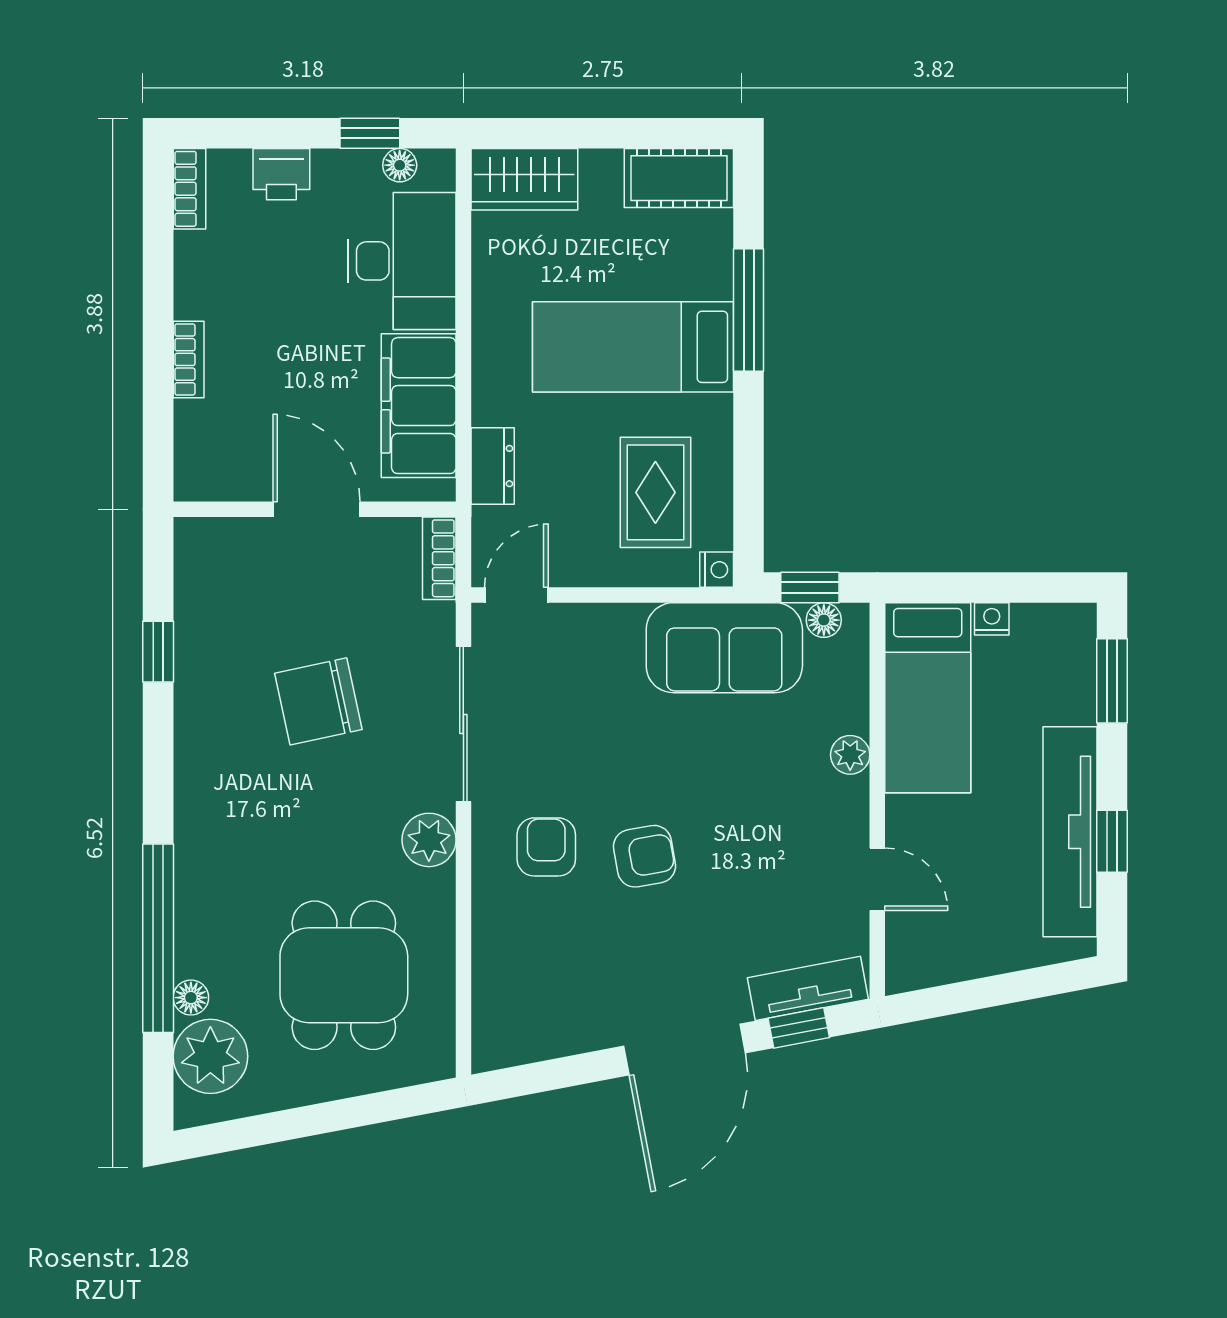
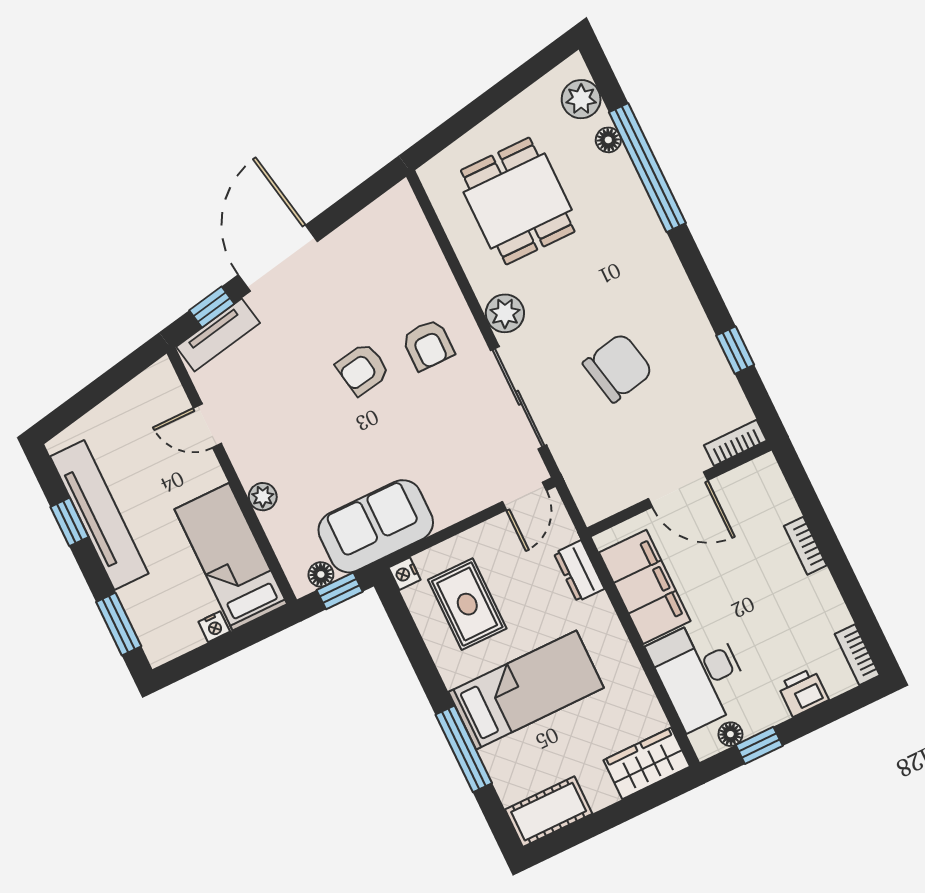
bookcase: (439, 558) -> (735, 443), moved, turned -90
plant: (210, 1056) -> (581, 99), width x0.73, depth x0.73

